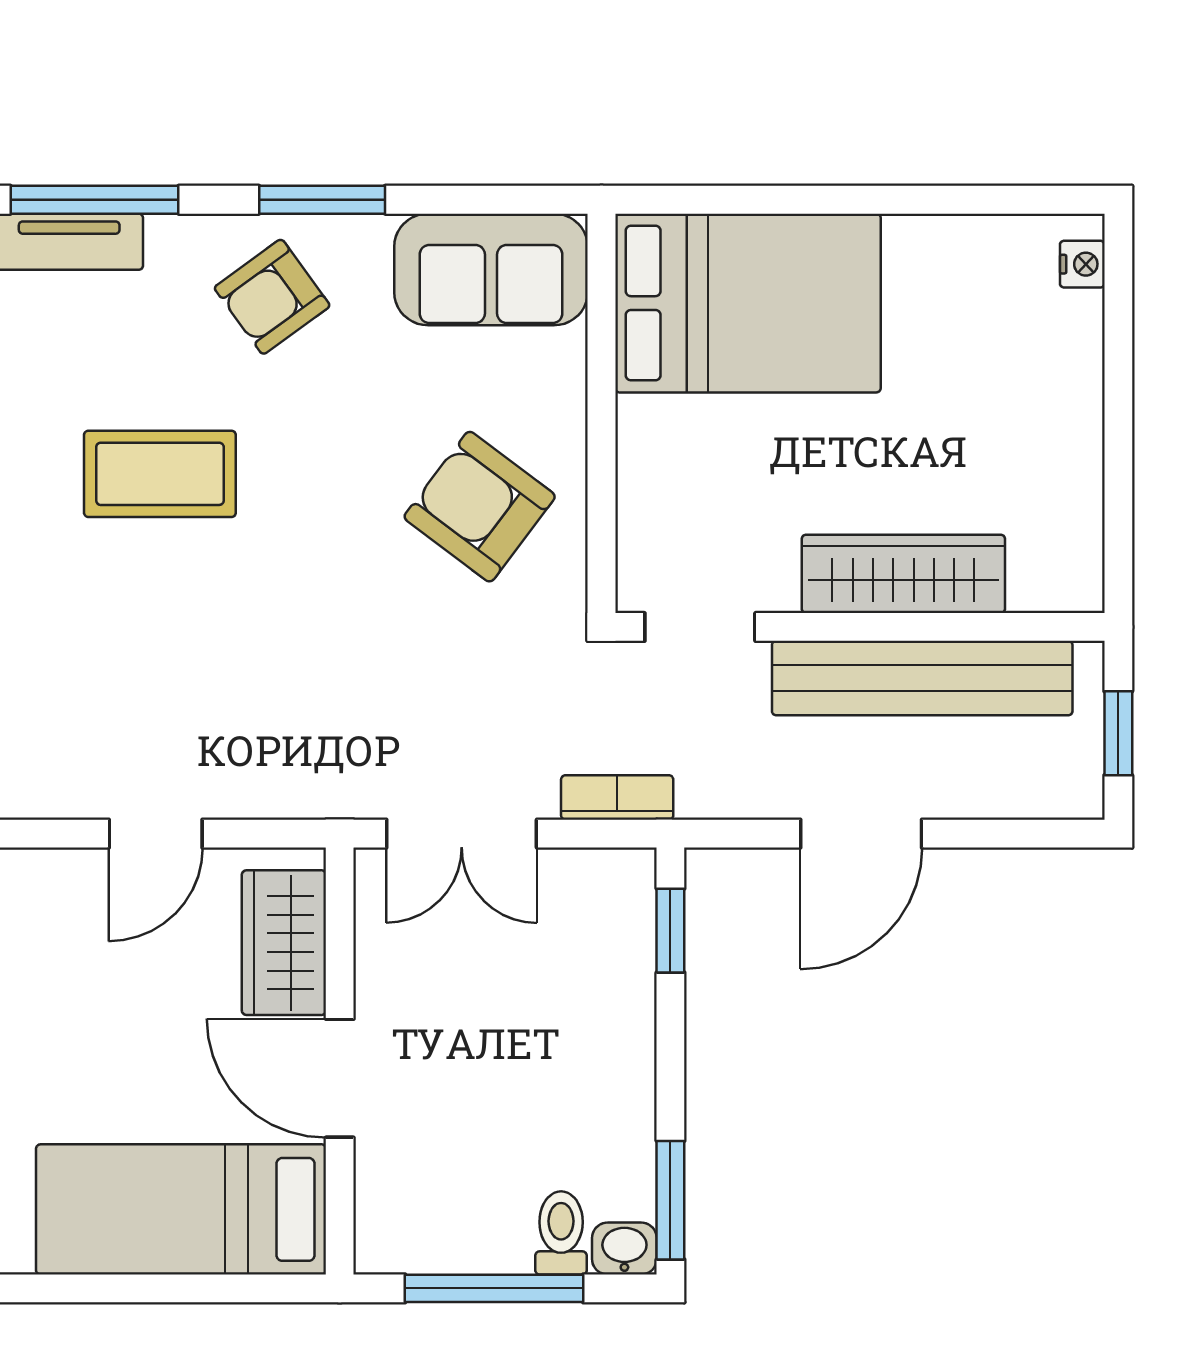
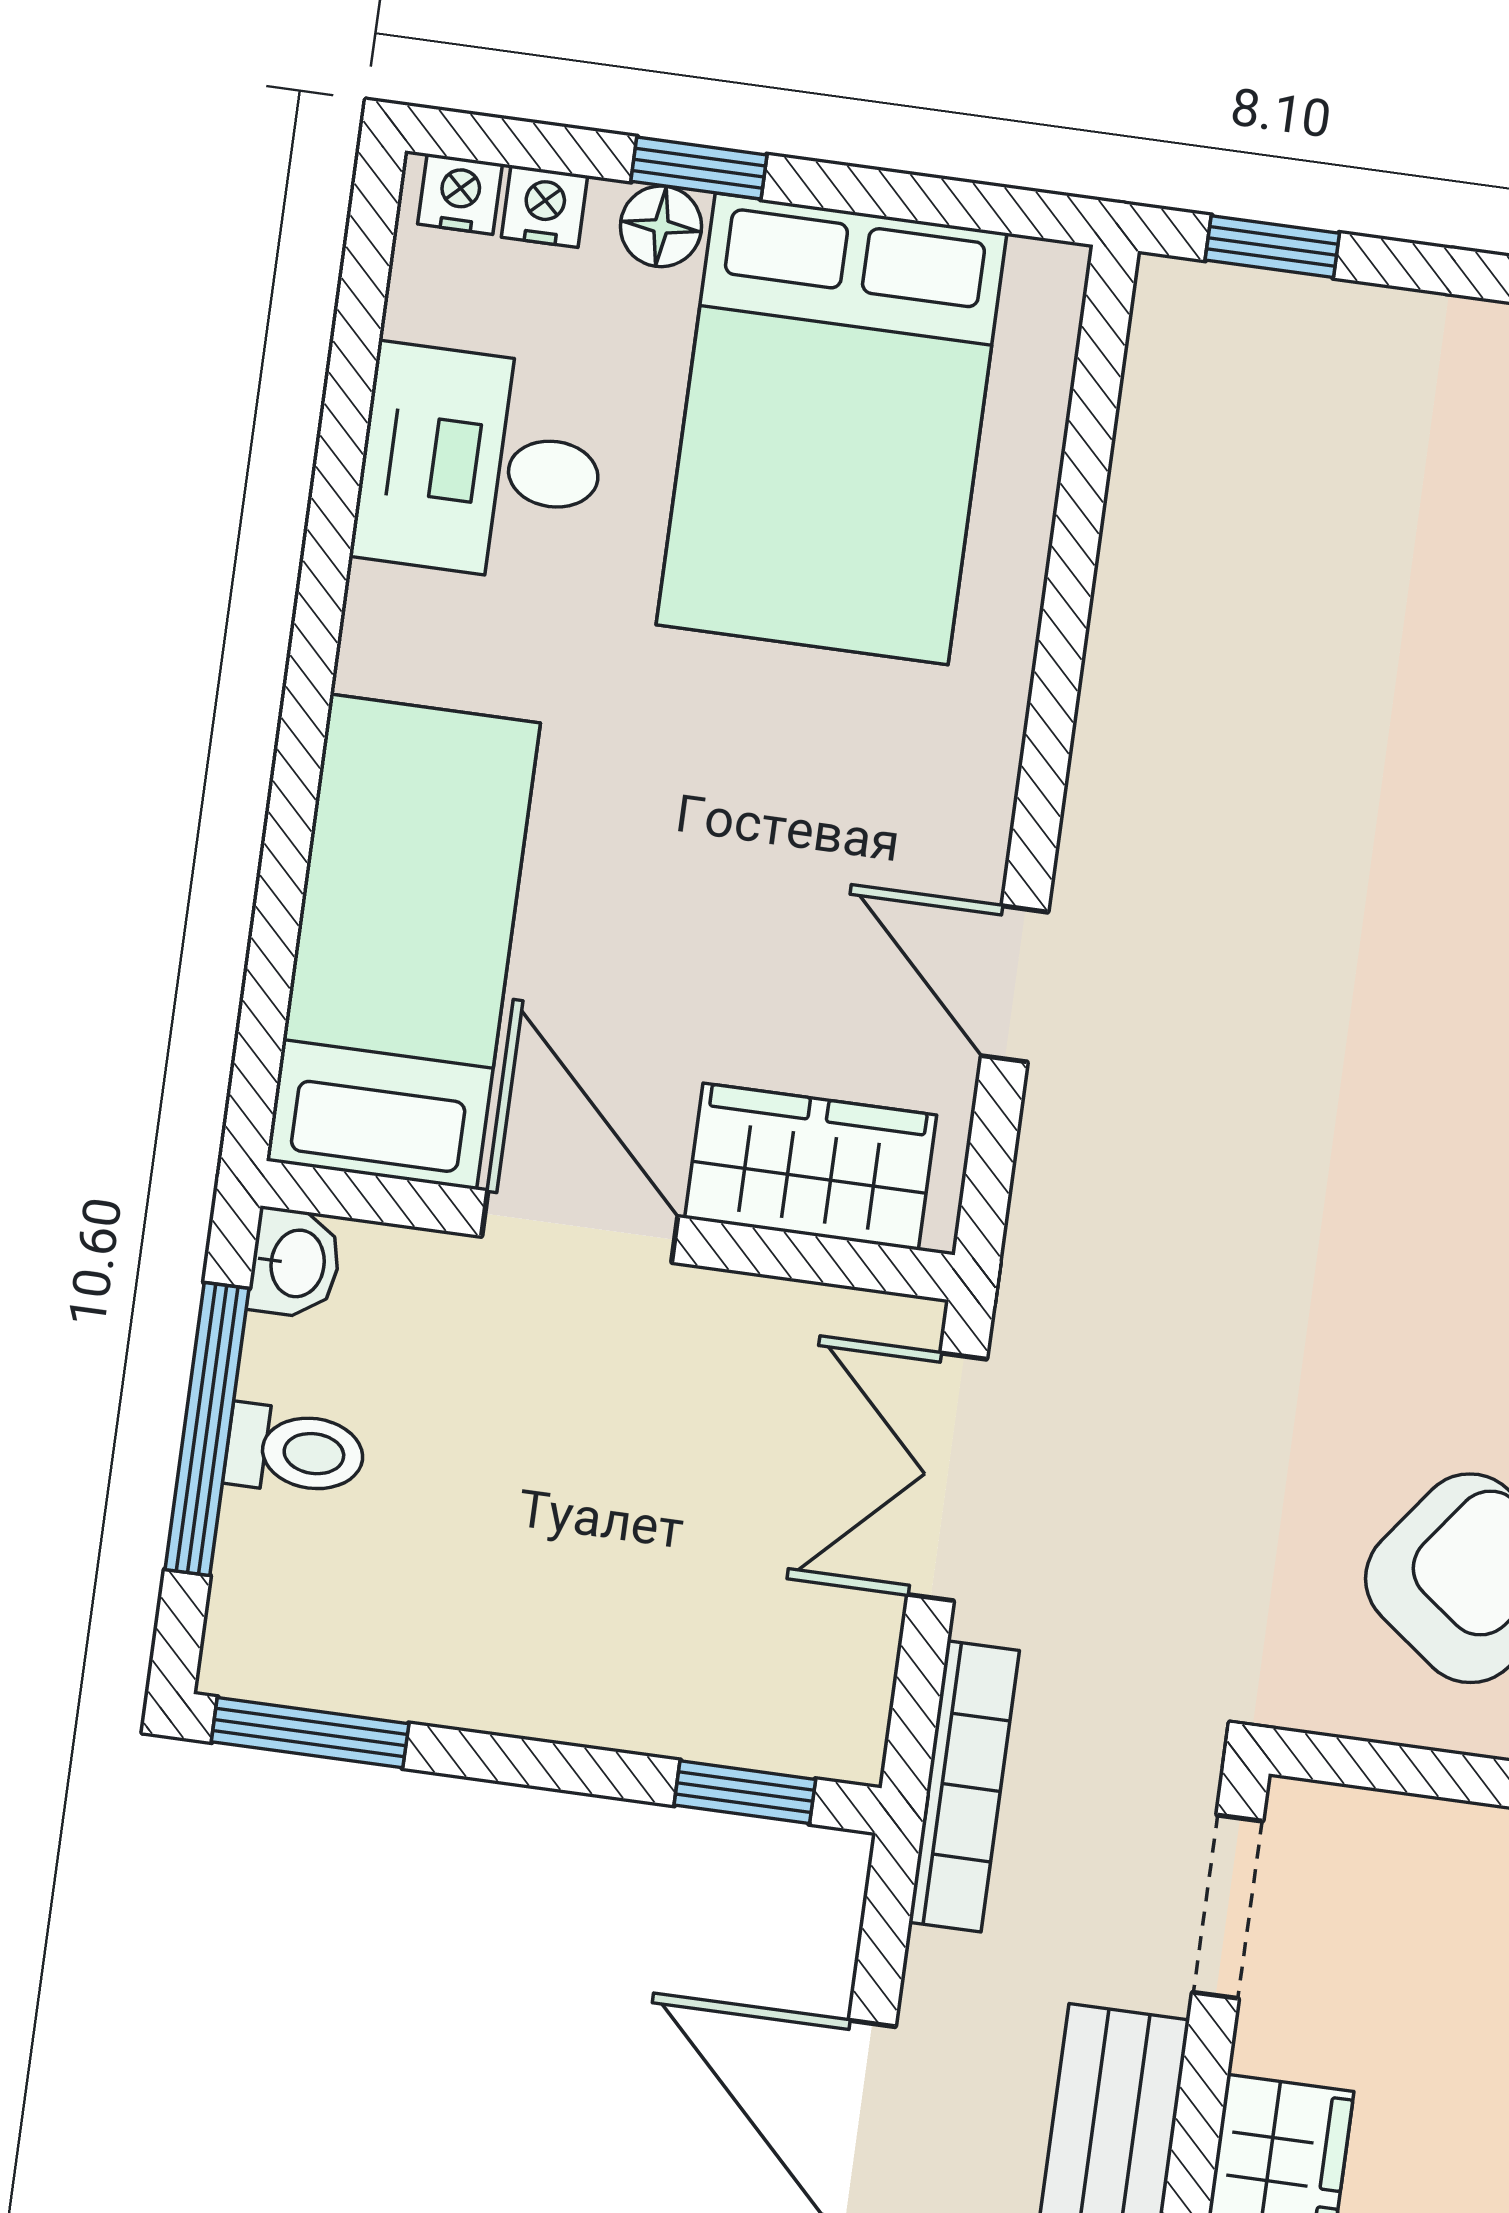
bookcase: (617, 797) -> (964, 1786), width x1.56
door: (340, 1078) -> (580, 1227), hinge flipped
toilet: (561, 1233) -> (295, 1451), moved
washbasin: (624, 1249) -> (295, 1263), moved

